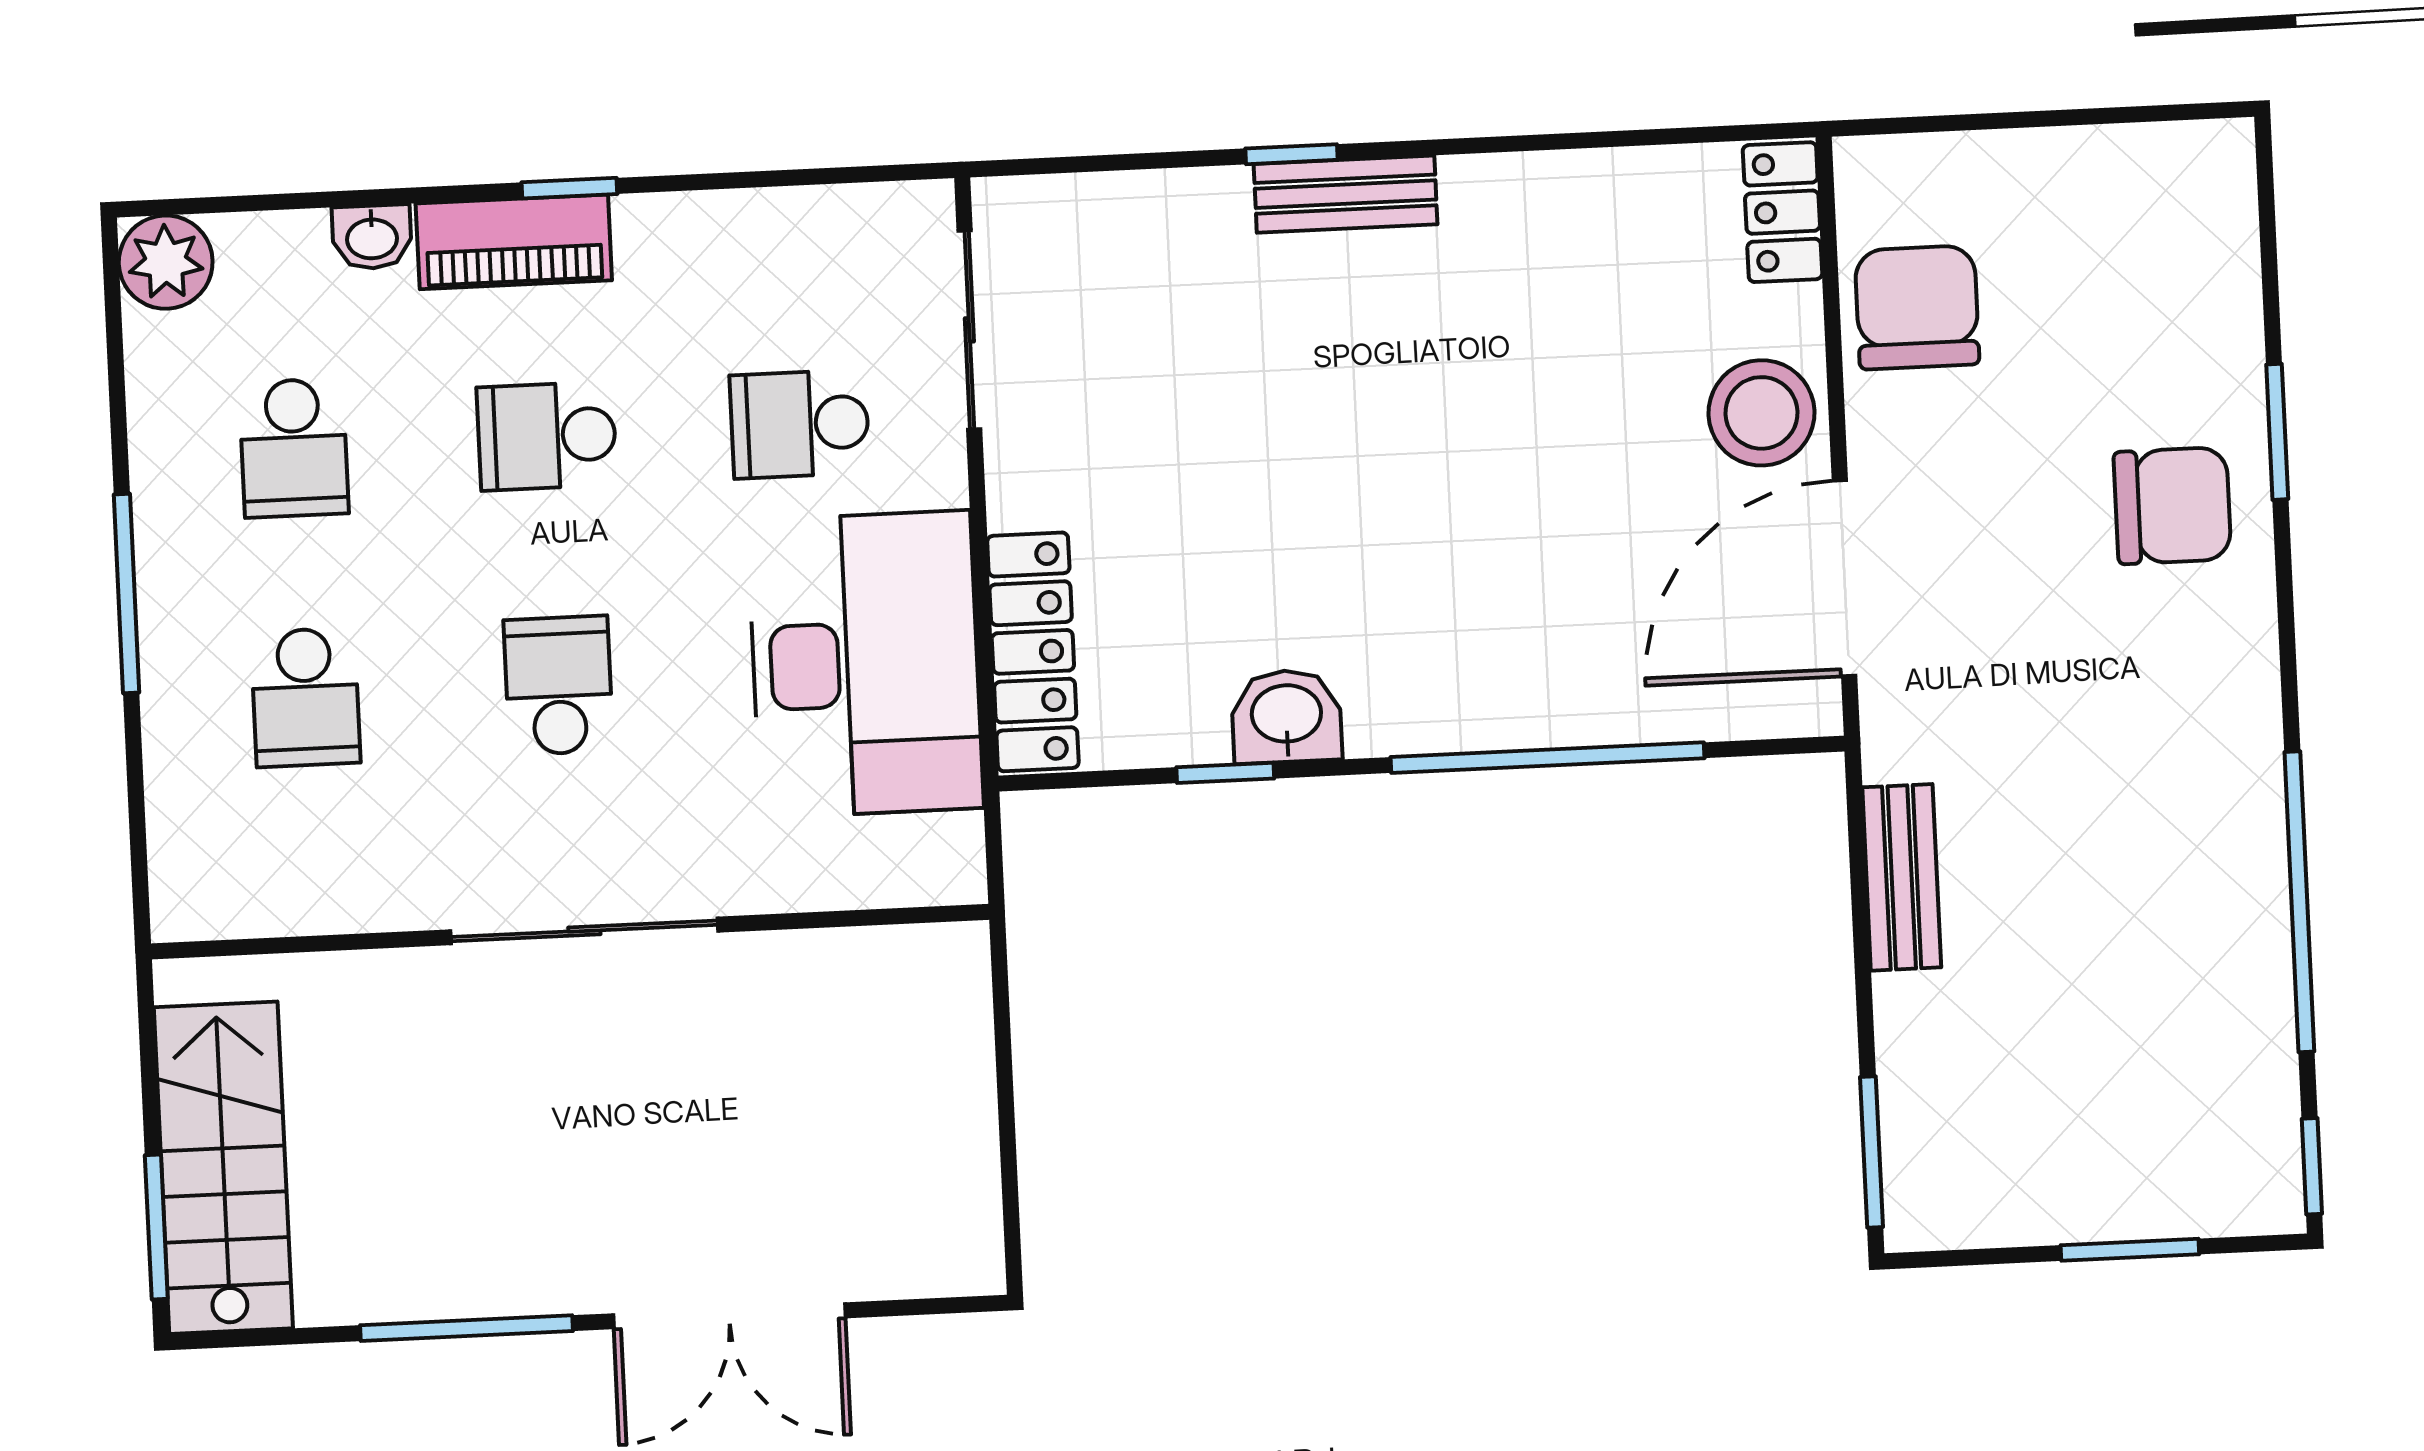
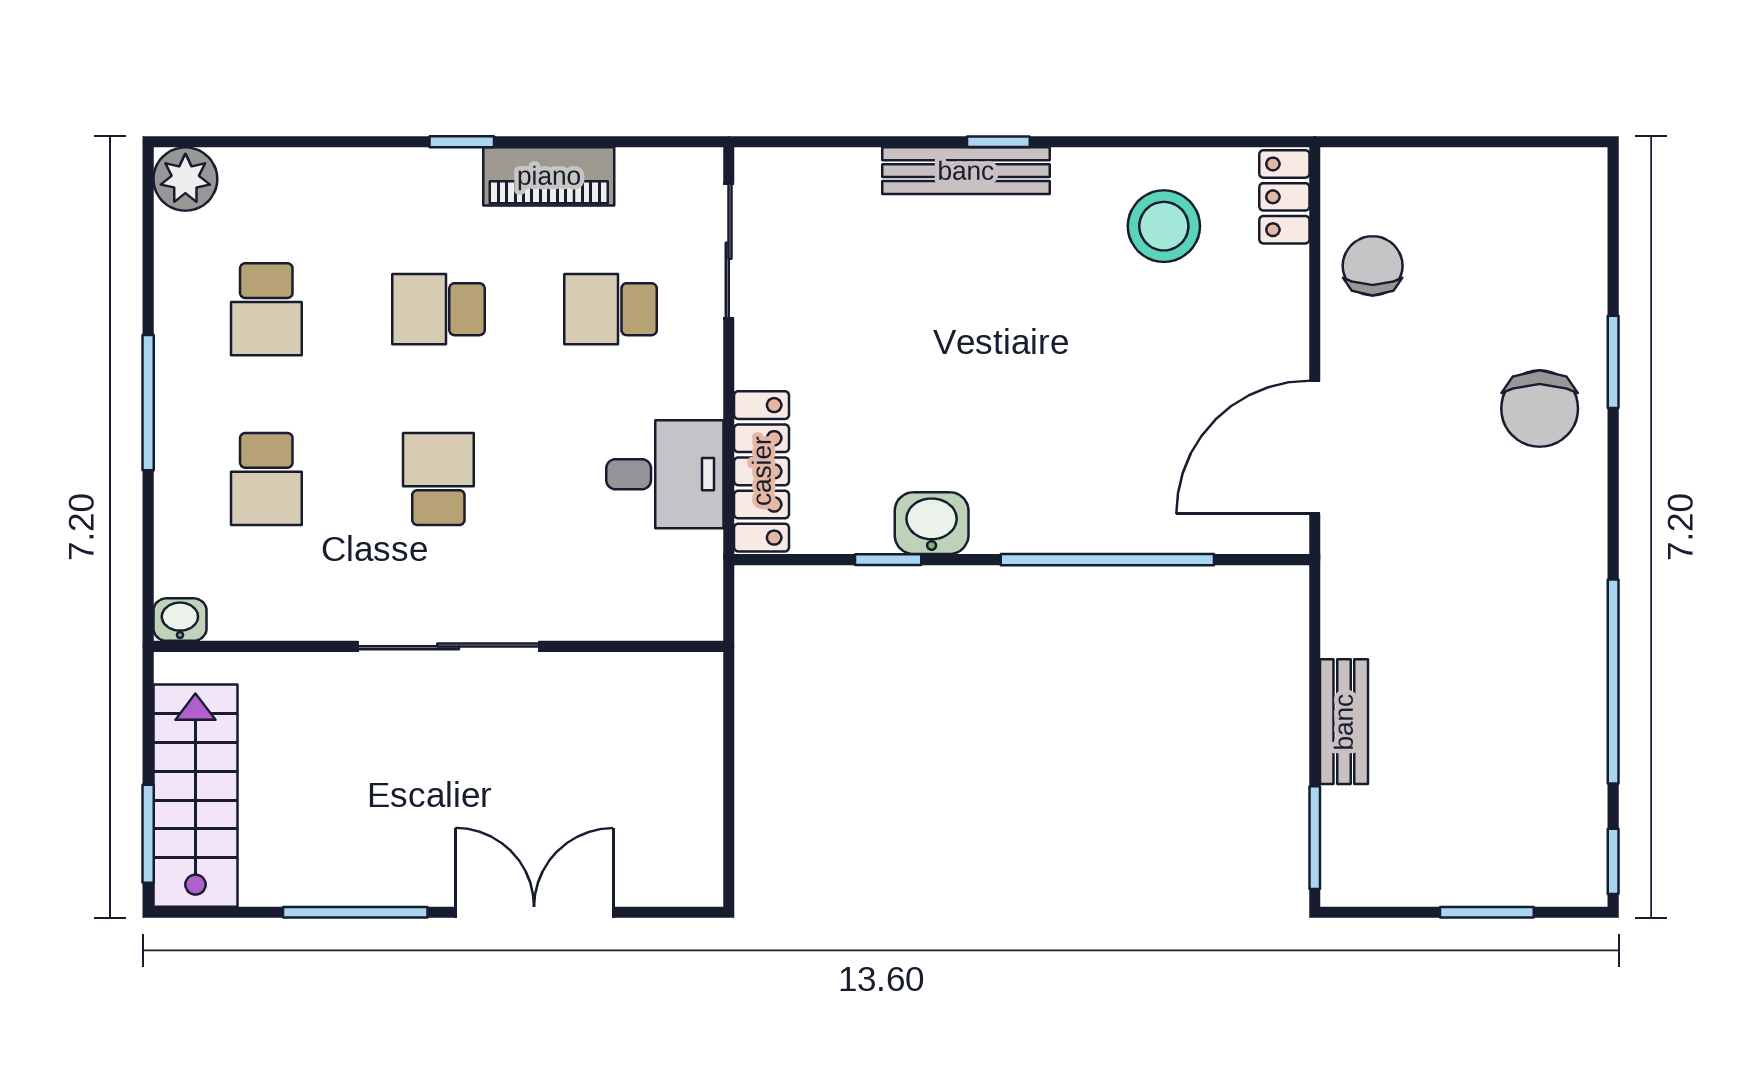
window: (1291, 154) -> (998, 142), moved
bench: (1346, 194) -> (966, 171), width x1.36
washbasin: (372, 237) -> (180, 620), moved, turned 180
piano: (514, 242) -> (549, 176), moved
chair: (1917, 307) -> (1373, 266), width x0.73, depth x0.73
stool: (1762, 413) -> (1164, 226), moved
chair: (2172, 506) -> (1540, 409), turned 90
desk: (865, 664) -> (665, 474), width x0.53, depth x0.77
bench: (1902, 877) -> (1344, 722), moved
double door: (729, 1316) -> (534, 912), swing flipped

